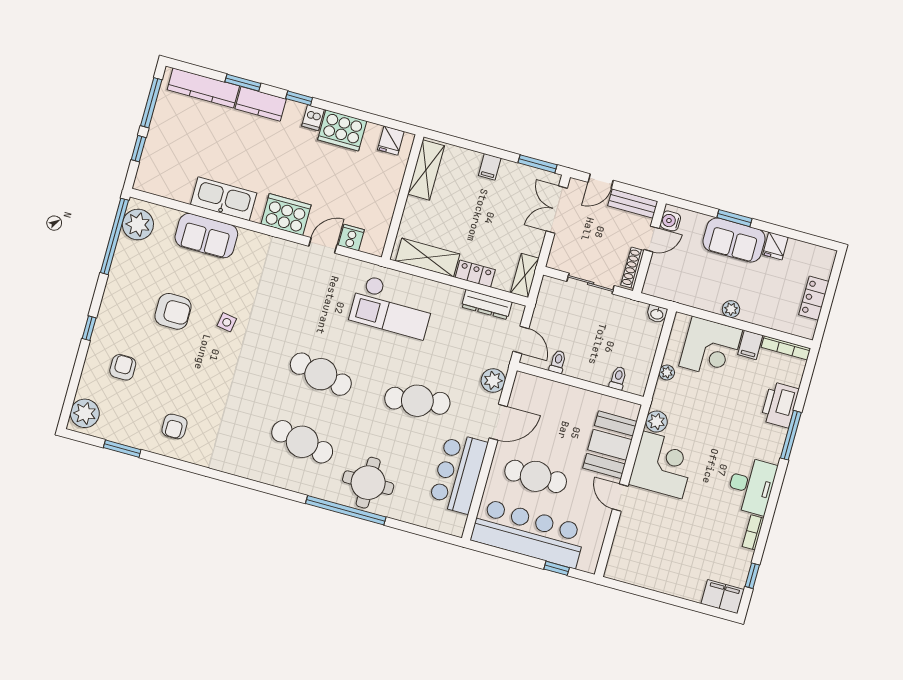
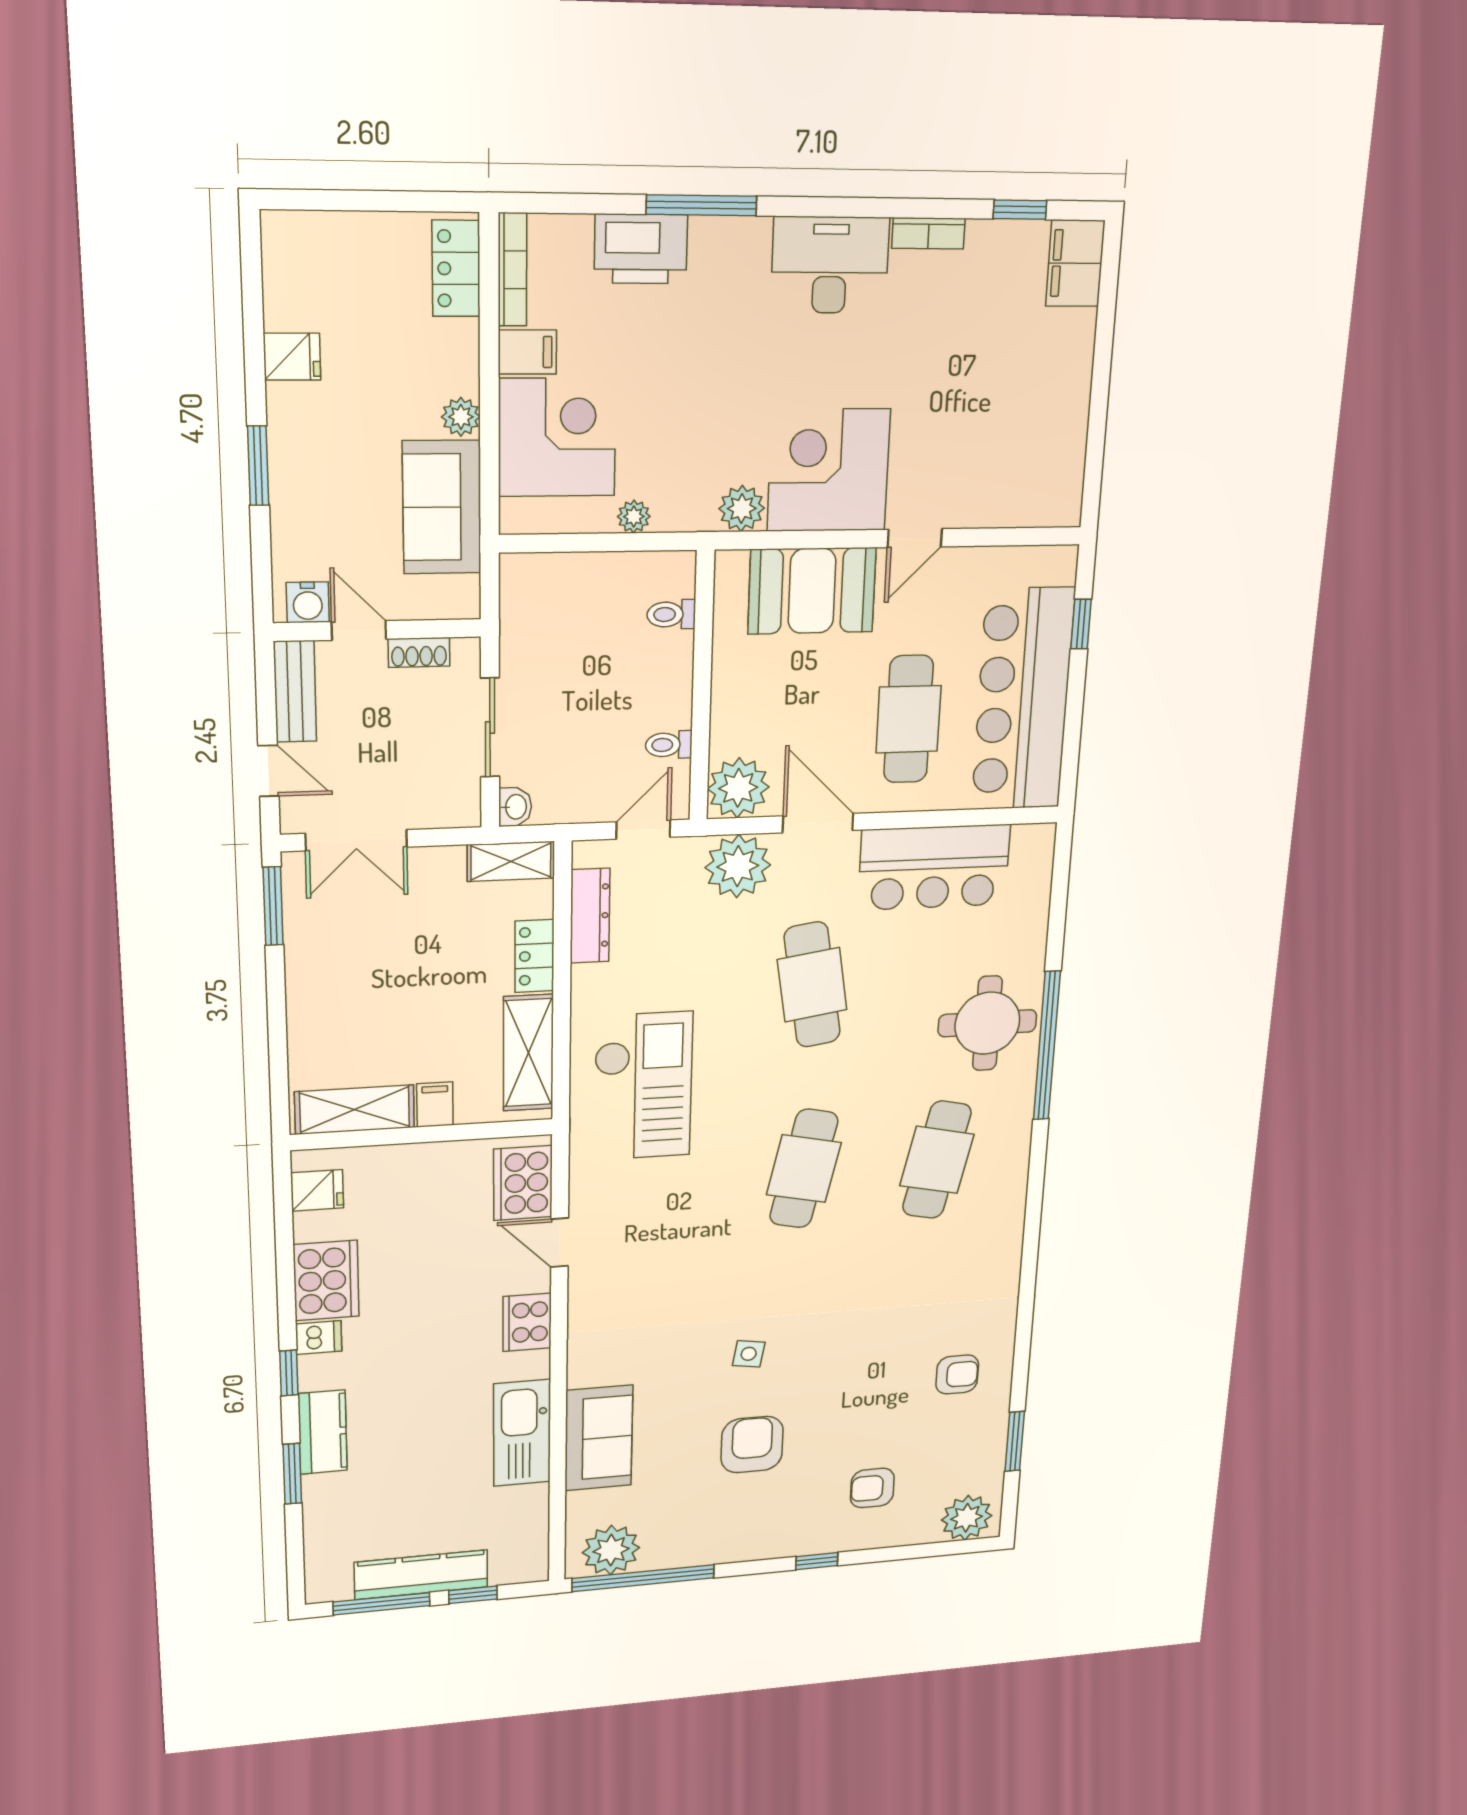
kitchen counter: (203, 88) -> (421, 1575), moved, turned -90
filing cabinet: (490, 167) -> (435, 1105), moved, turned -90
cooker: (286, 215) -> (527, 1322), width x0.73, depth x0.76
cooker: (351, 238) -> (523, 1183), width x1.87, depth x1.31
sofa: (734, 240) -> (442, 507), moved, turned 180
shoe rack: (632, 268) -> (419, 652), width x0.70
locker: (814, 298) -> (456, 268), moved, turned 90
washbasin: (657, 314) -> (515, 807), moved
plant: (493, 381) -> (738, 866), width x1.36, depth x1.36
plant: (527, 389) -> (738, 788), added

